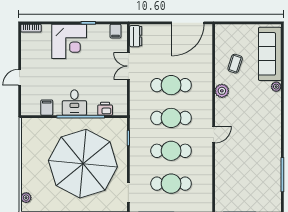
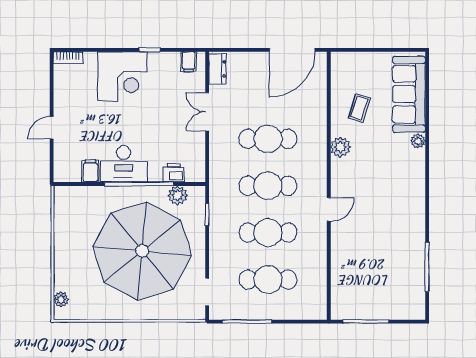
desk: (74, 103) -> (124, 164), width x1.37
plant: (108, 125) -> (178, 195), added

